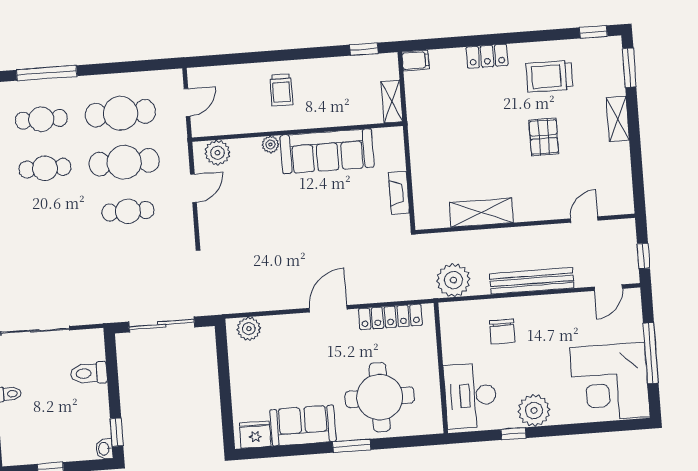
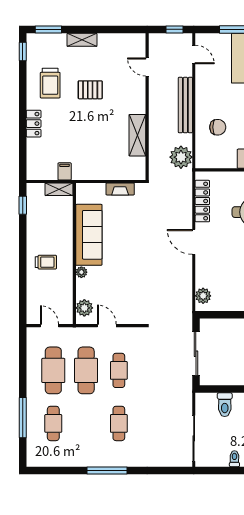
filing cabinet: (415, 60) -> (65, 171), moved
cafe table: (45, 168) -> (119, 423), moved

